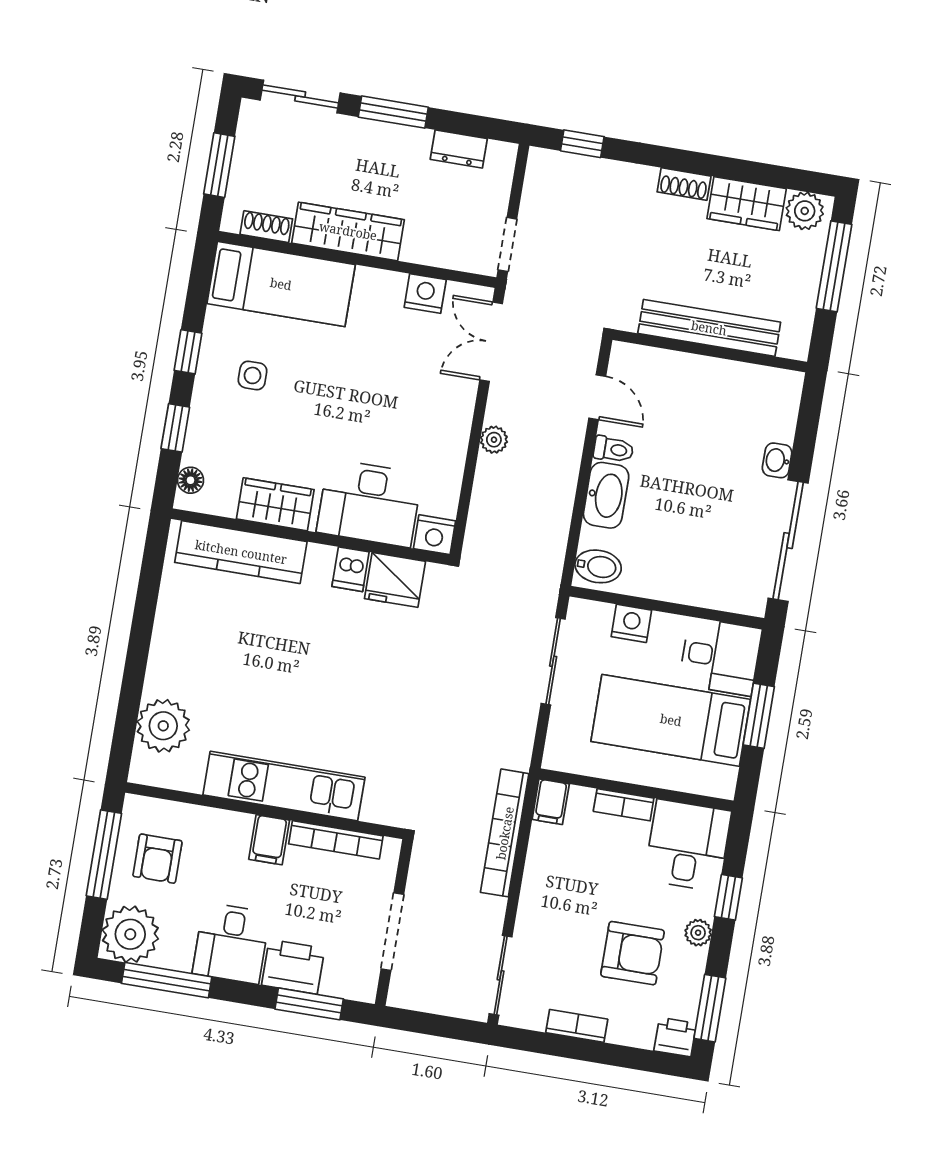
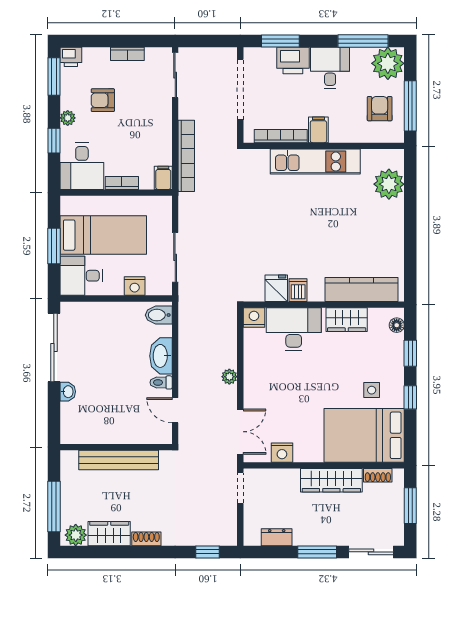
bed: (281, 284) -> (364, 435), width x1.50
fridge: (395, 580) -> (276, 288), width x0.72
doorway: (392, 932) -> (240, 90), width x1.36
armchair: (632, 953) -> (103, 100), width x0.72, depth x0.72

